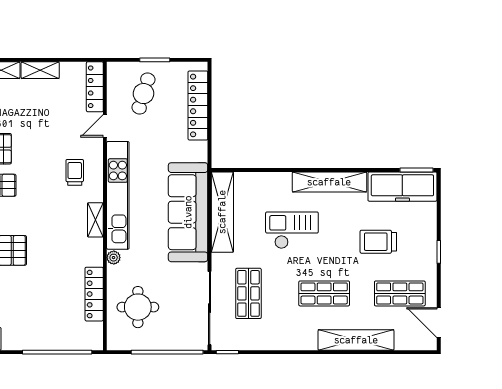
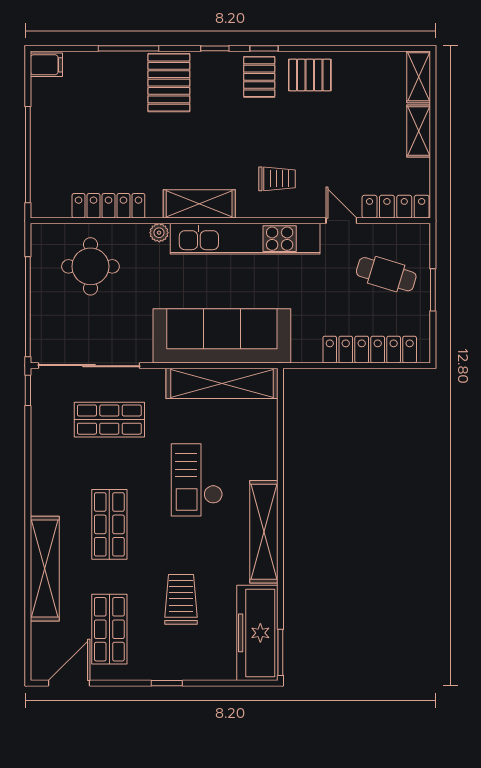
shelving: (95, 220) -> (199, 204), width x1.50, depth x1.33
checkout: (292, 230) -> (197, 480), turned 180

